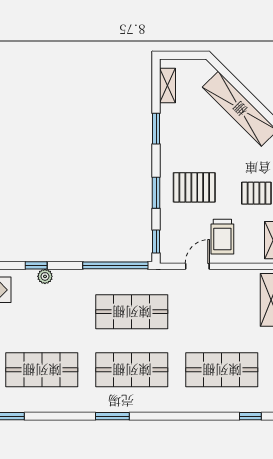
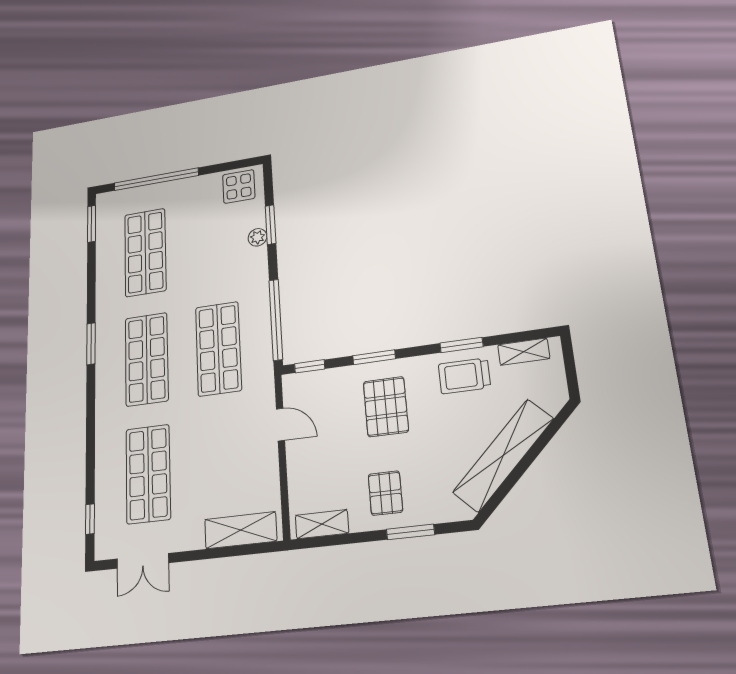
trolley: (222, 237) -> (464, 376), moved
window: (36, 265) -> (271, 225), width x1.50

